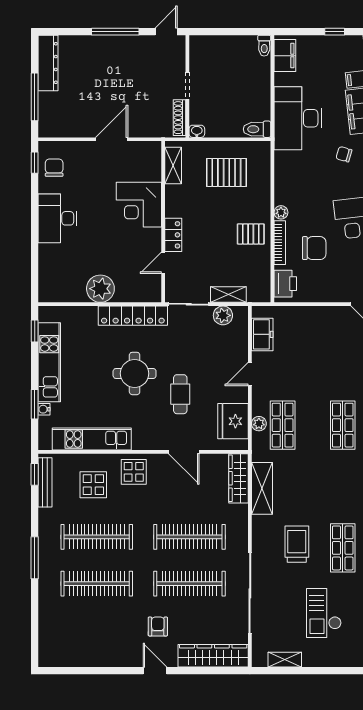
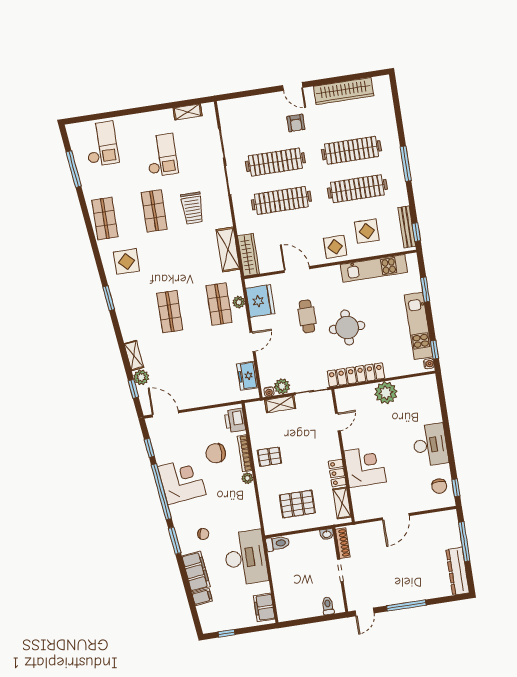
toilet: (264, 46) -> (328, 606), moved
locker: (173, 235) -> (337, 473), moved
water cooler: (239, 312) -> (269, 392), added
water cooler: (44, 409) -> (429, 364), moved
wardrobe: (213, 656) -> (343, 91), moved

